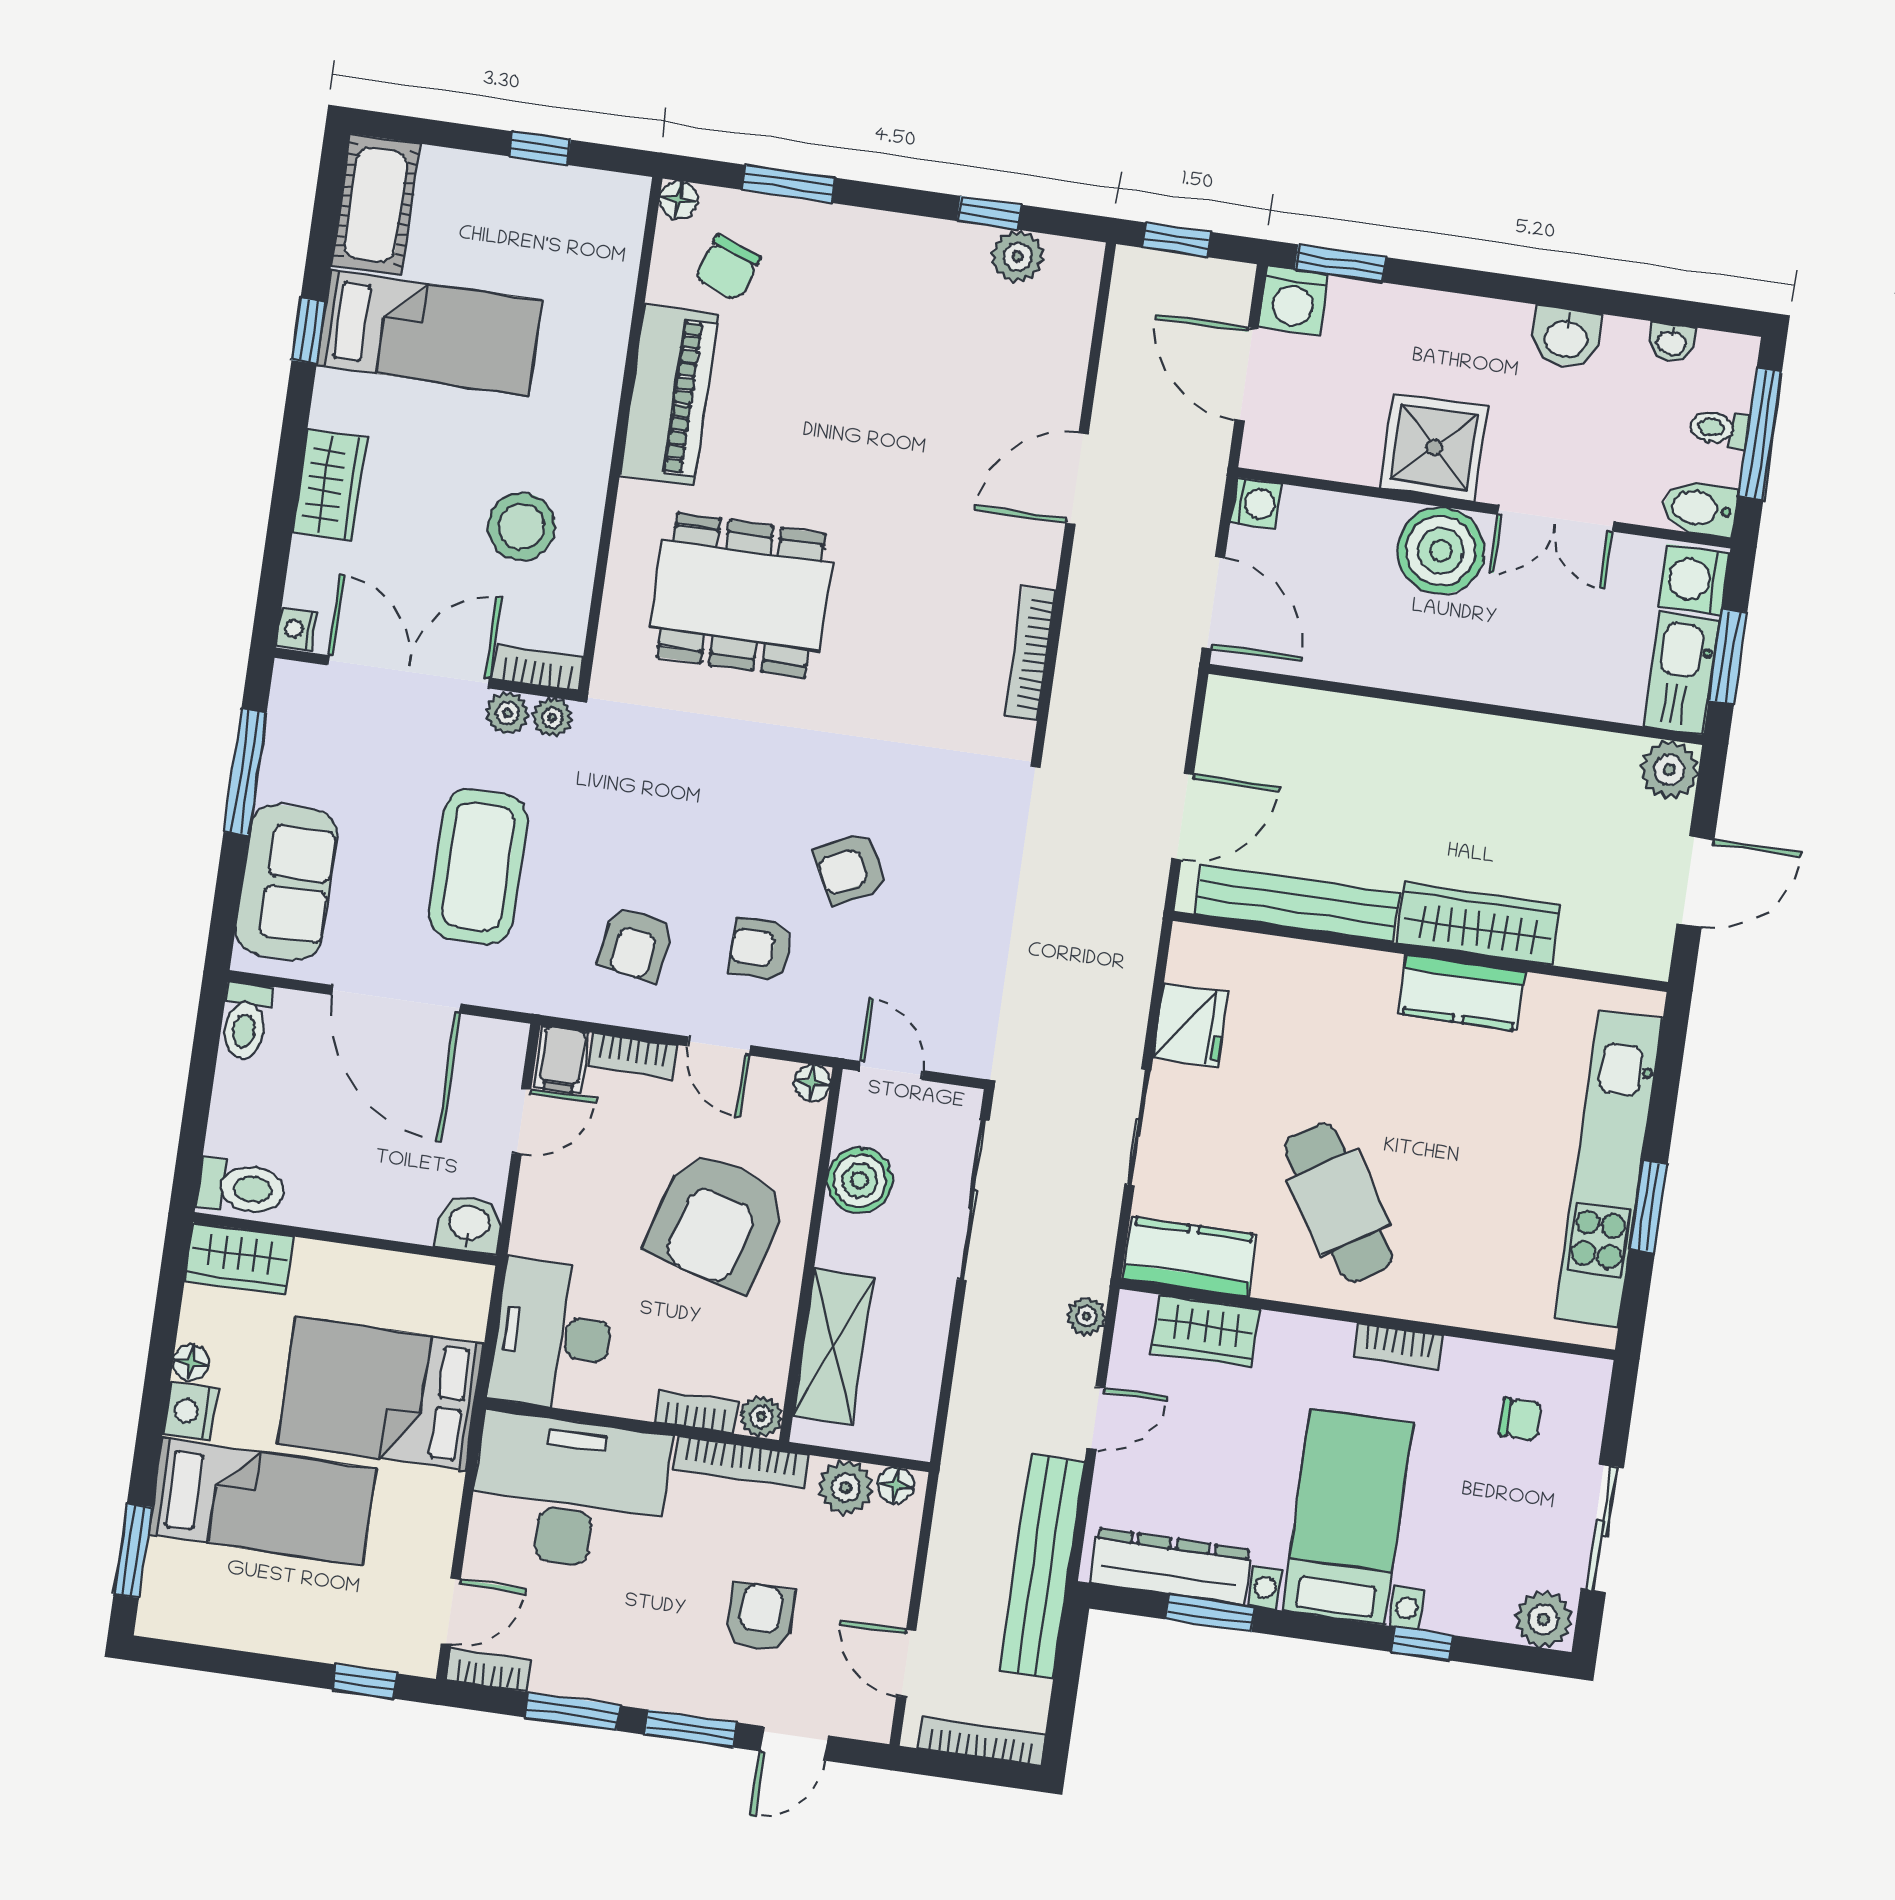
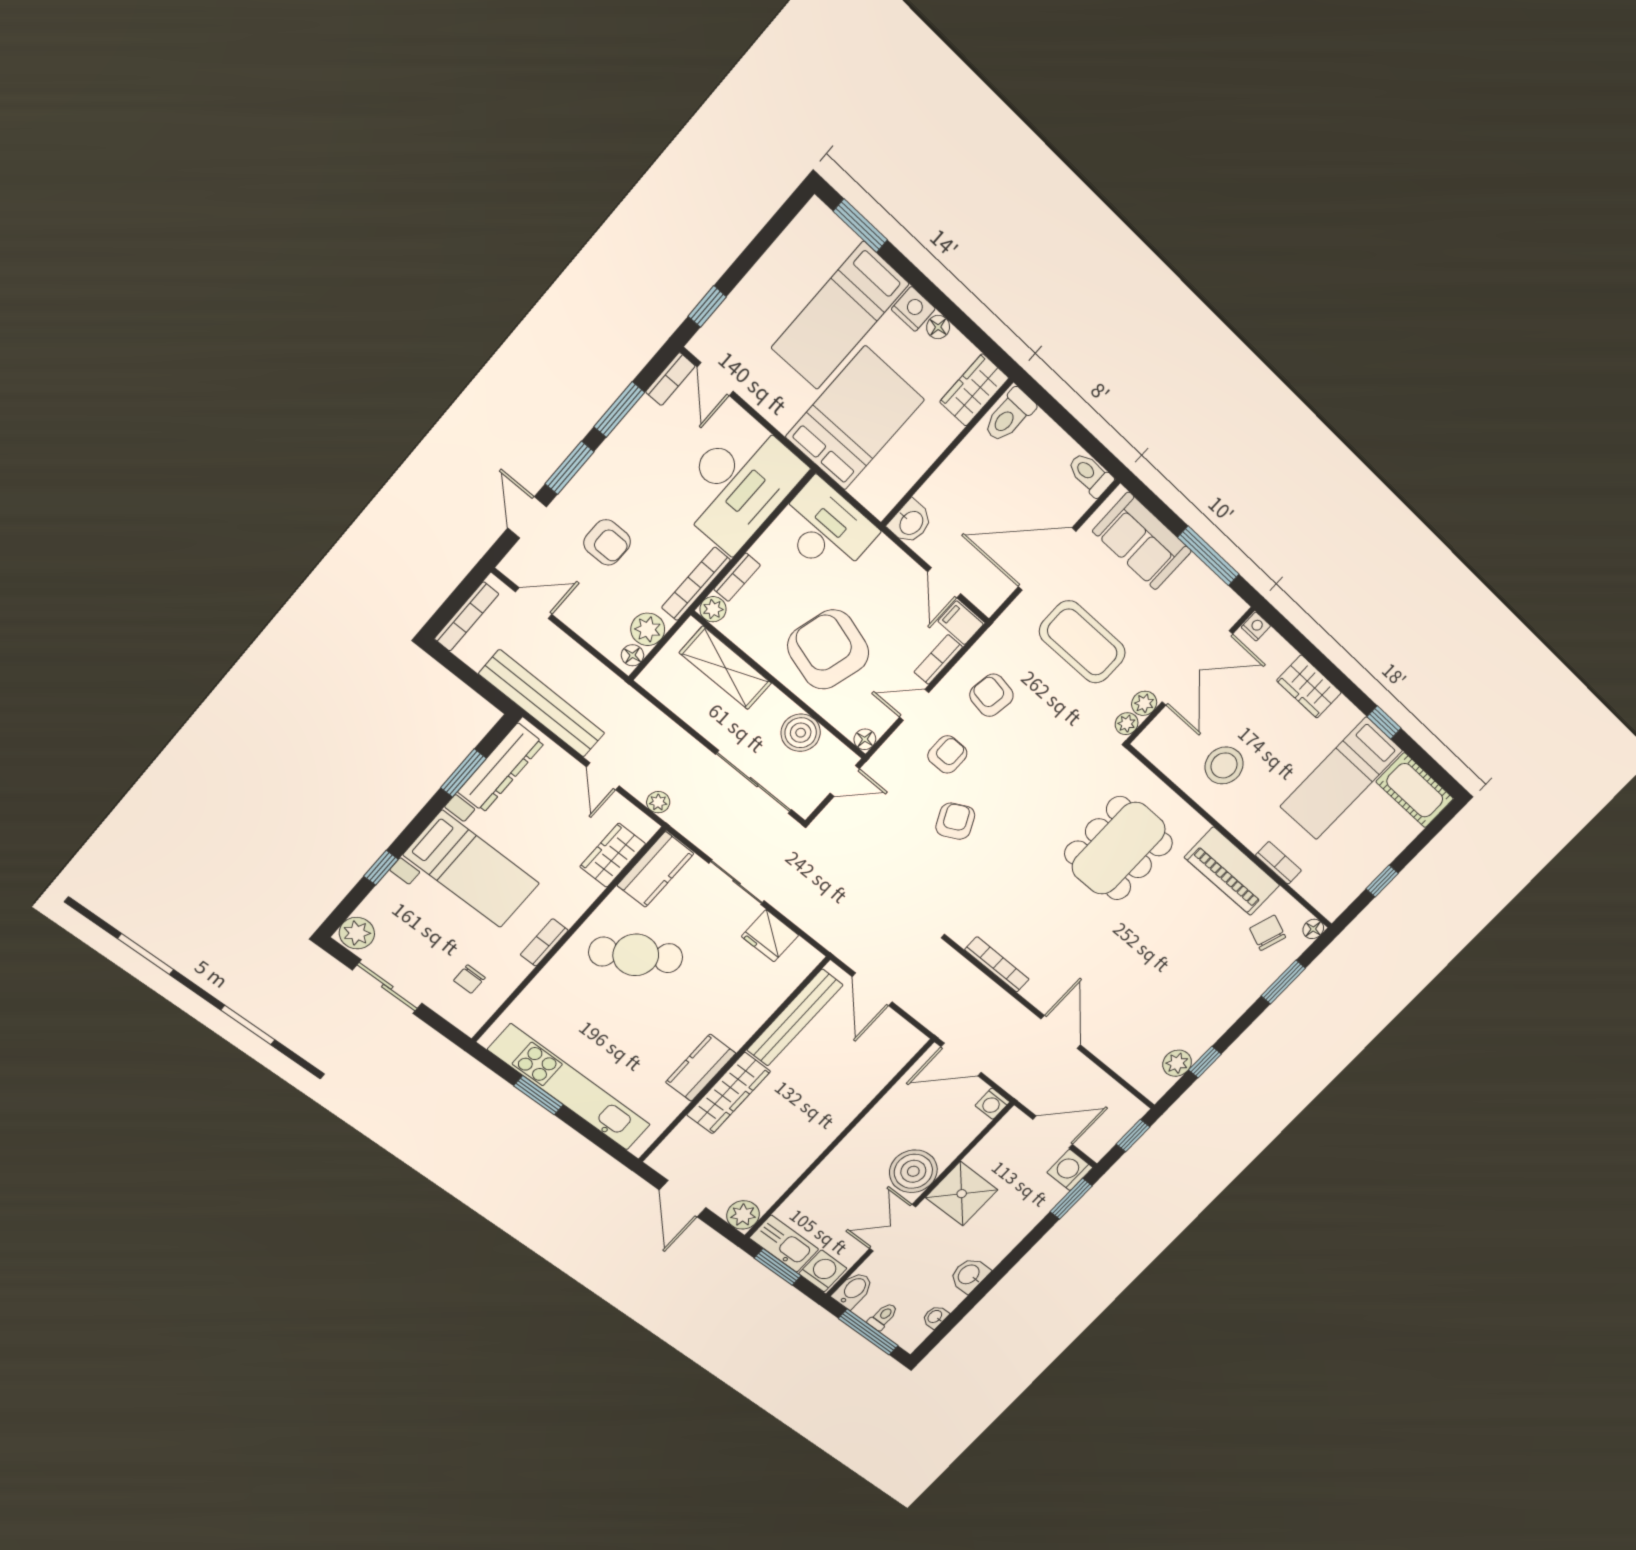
bookcase: (538, 668) -> (1278, 863), moved, turned -90

